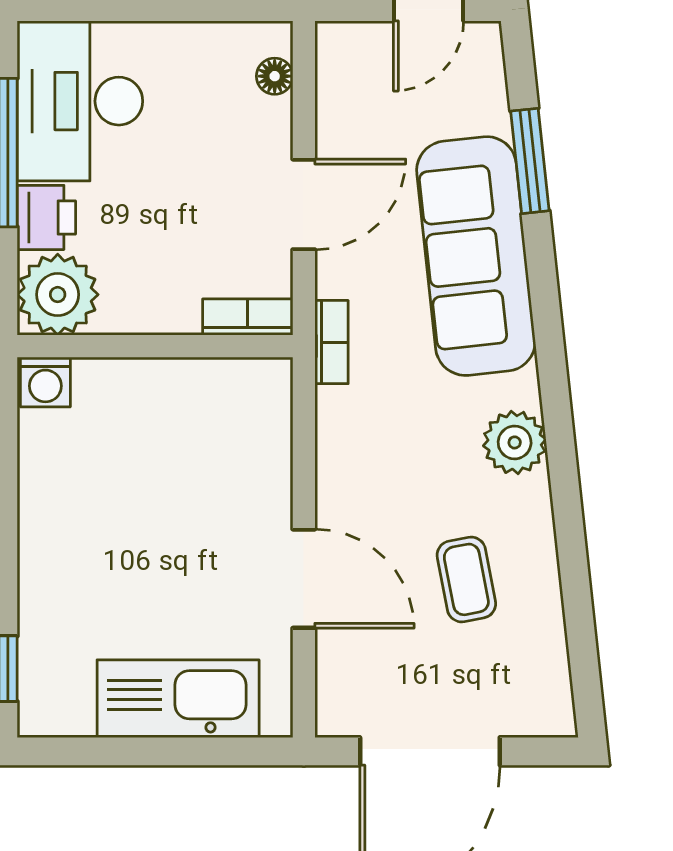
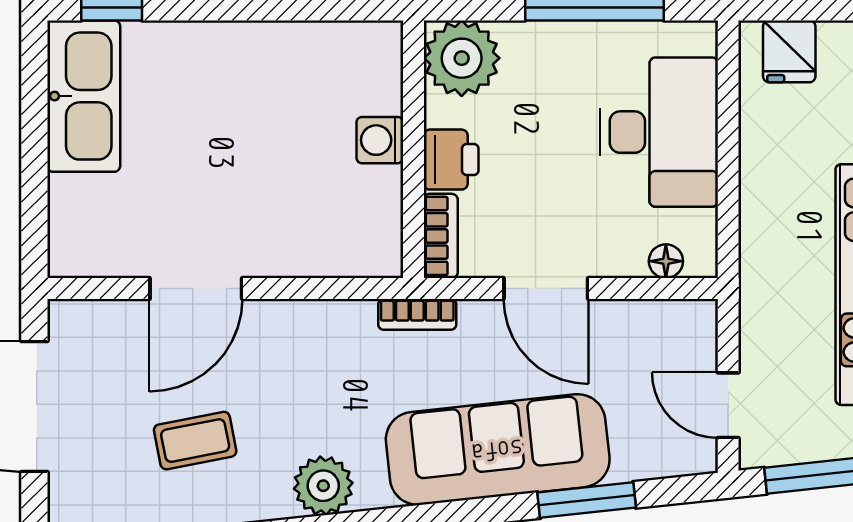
desk: (80, 101) -> (659, 132), moved, turned 90
printer: (46, 217) -> (451, 160), moved, turned -90
washing machine: (45, 382) -> (380, 140), moved
kitchen sink: (178, 699) -> (84, 96), moved

